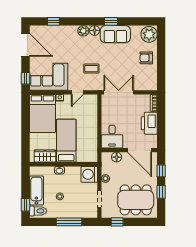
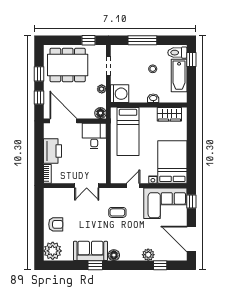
plant: (83, 31) -> (148, 255), moved
double door: (119, 92) -> (87, 186), width x0.73
bed: (66, 141) -> (128, 131), moved
floor lamp: (117, 157) -> (100, 113), moved

